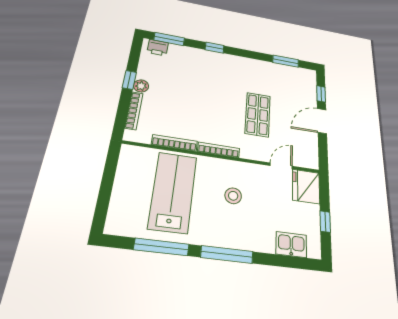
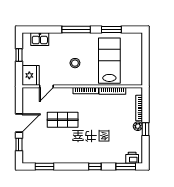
shop shelf: (258, 114) -> (63, 120), turned 90
lab bench: (173, 192) -> (109, 61), turned 180
window: (161, 247) -> (111, 29), width x0.69

